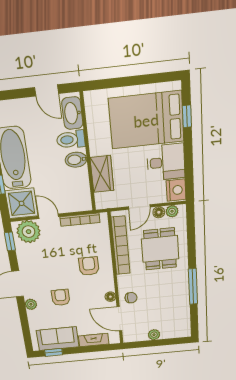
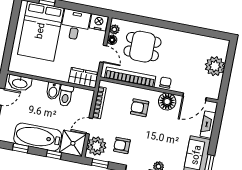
toilet: (71, 139) -> (66, 96), moved
wardrobe: (102, 174) -> (83, 78), moved
window: (193, 286) -> (183, 28), removed
armchair: (61, 297) -> (122, 145), moved
floor lamp: (110, 297) -> (167, 102), width x1.89, depth x1.89
chair: (131, 298) -> (166, 83), moved
plant: (154, 335) -> (215, 66), width x1.87, depth x1.87

